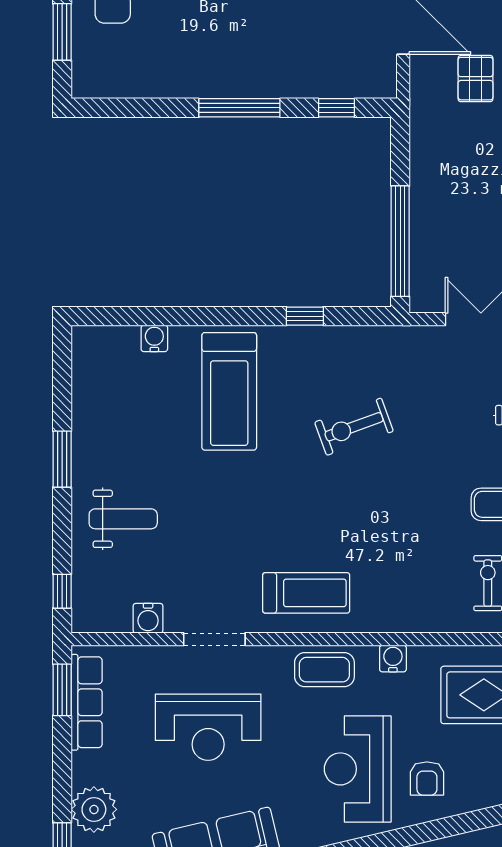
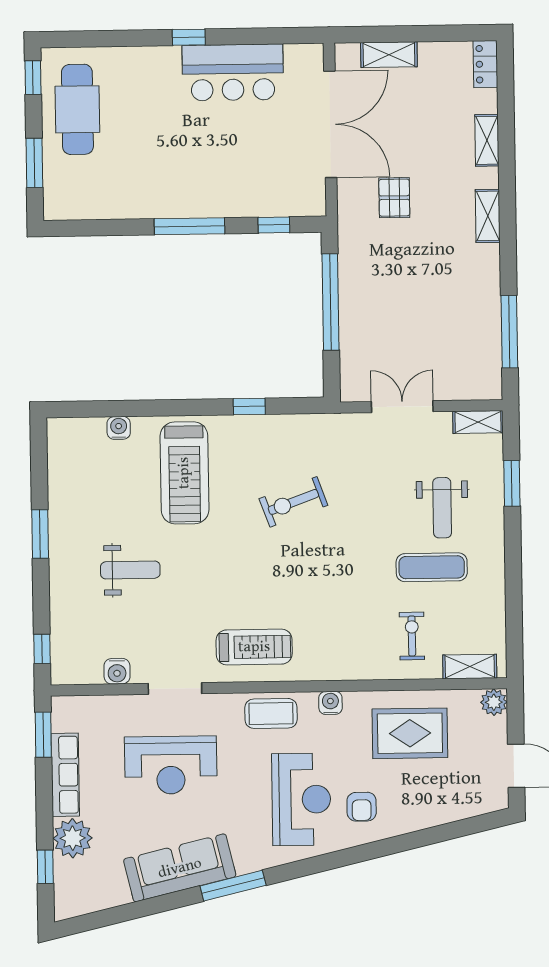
window: (400, 241) -> (330, 302), moved
weight bench: (123, 519) -> (130, 570), moved
row of seats: (87, 702) -> (65, 775), moved
reception desk: (358, 769) -> (301, 799), turned 180

